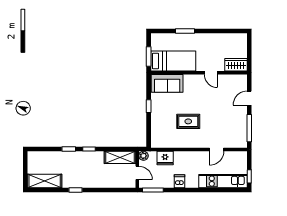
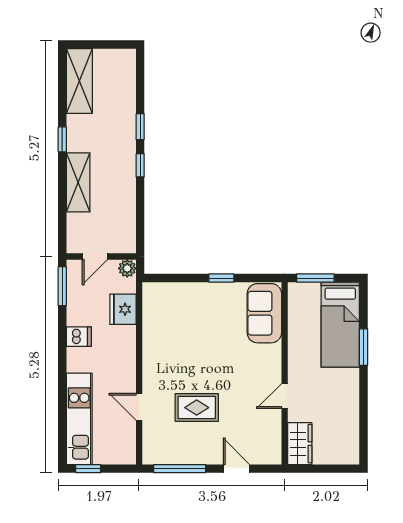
bed: (173, 61) -> (340, 325), moved
rug: (188, 121) -> (197, 408), moved, turned 90
shelving: (120, 157) -> (78, 182), moved

